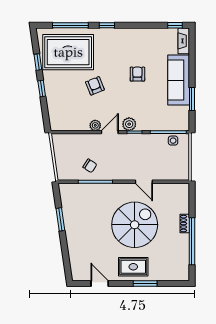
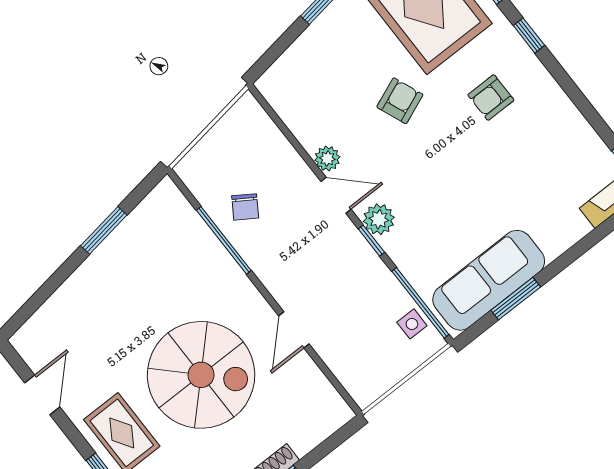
armchair: (137, 74) -> (491, 98), moved, turned 180
sofa: (179, 80) -> (489, 280), moved

